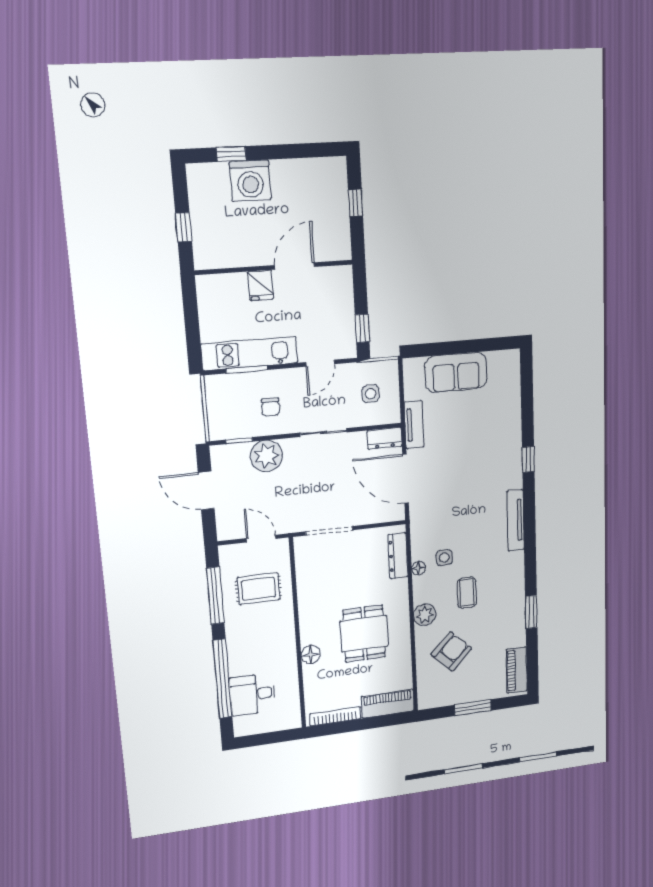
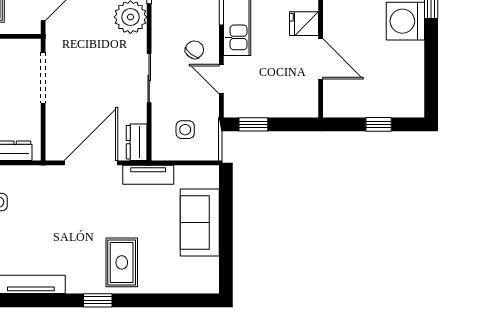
chair: (271, 407) -> (194, 50), moved, turned 128
rug: (494, 441) -> (122, 262), added

